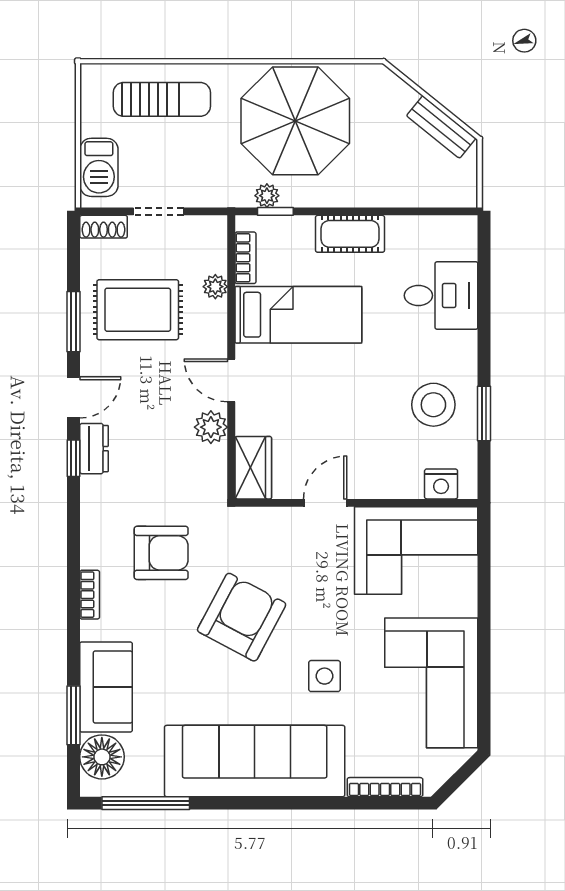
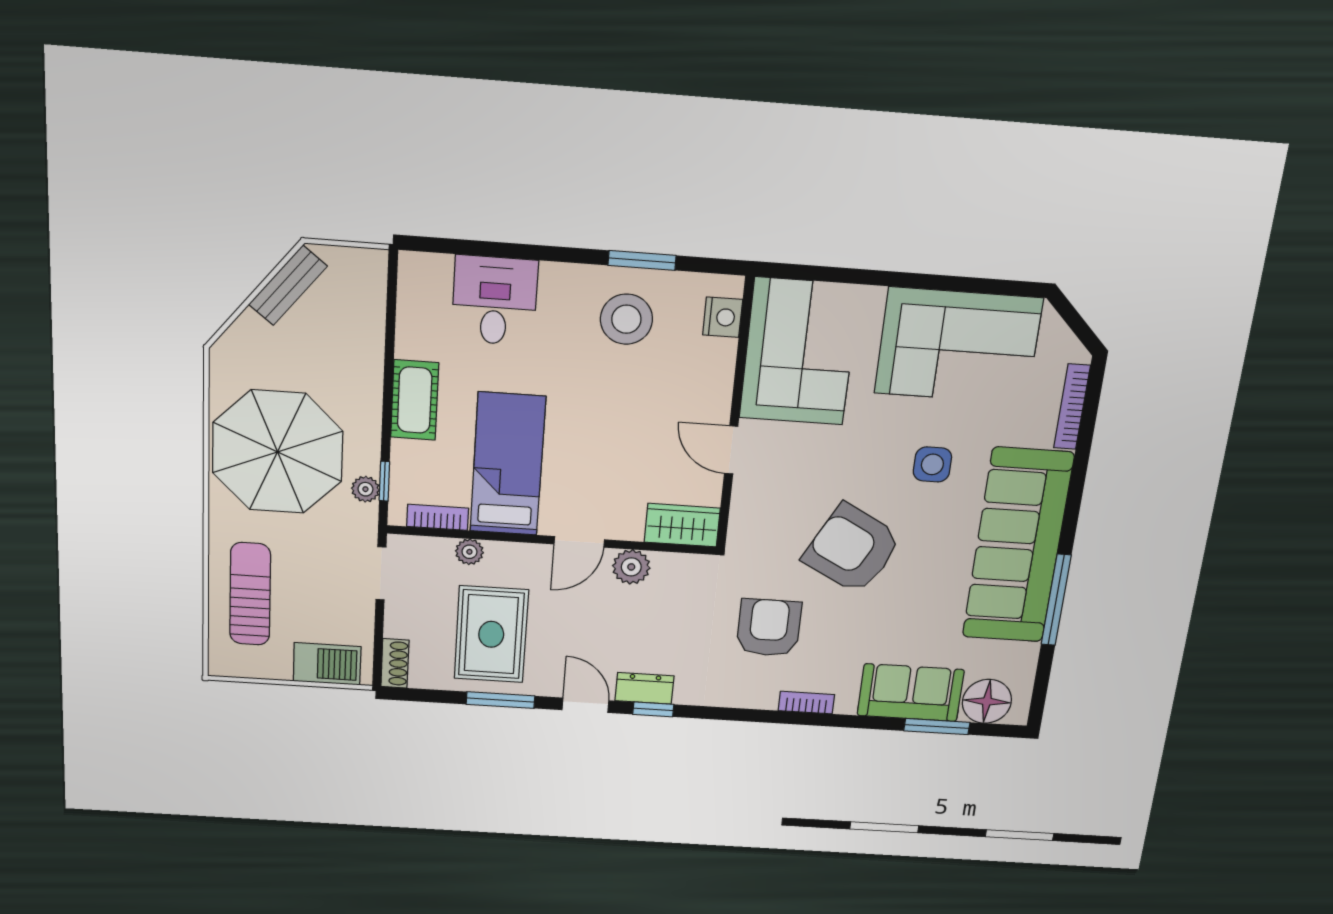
doorway: (159, 211) -> (381, 573), moved
window: (146, 803) -> (1056, 600), moved

